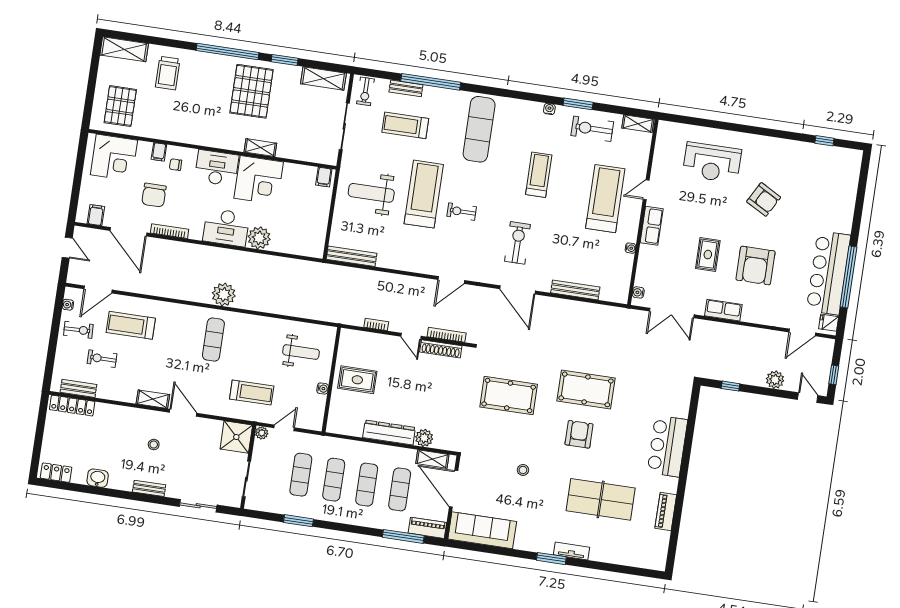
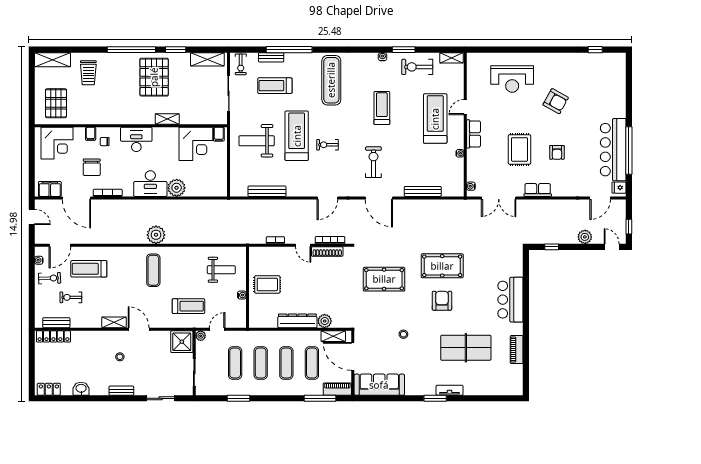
corner desk: (259, 180) -> (196, 144), moved
filing cabinet: (96, 215) -> (50, 189), width x2.00
rug: (708, 255) -> (519, 149), width x1.36, depth x1.43
bench: (352, 256) -> (267, 191), moved
armchair: (756, 266) -> (557, 152), width x0.53, depth x0.53

